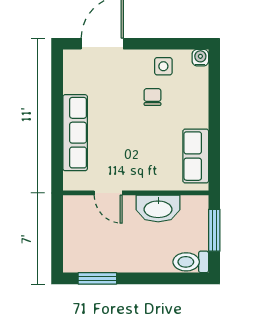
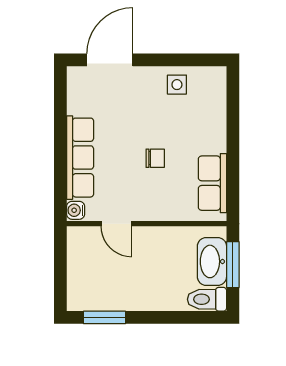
water cooler: (200, 58) -> (76, 210), moved, turned -90
chair: (152, 97) -> (155, 158), moved, turned 90
washbasin: (158, 209) -> (212, 261), moved, turned 90

